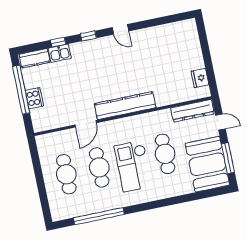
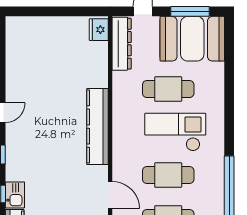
fridge: (200, 78) -> (99, 30), moved, turned 90
door: (86, 124) -> (110, 195), moved
checkout: (133, 166) -> (175, 132), turned 180

